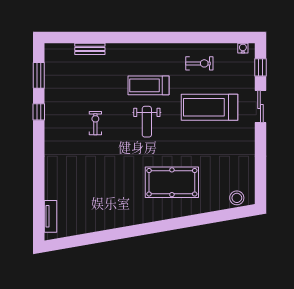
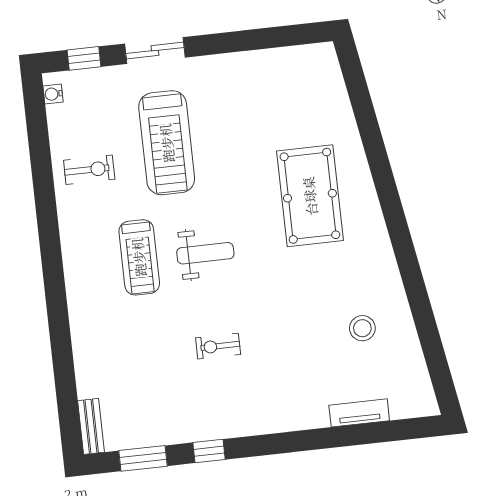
bench: (90, 49) -> (91, 426), moved
exercise bike: (199, 63) -> (89, 170), turned 90
stool: (237, 198) -> (362, 328), moved
tv unit: (50, 216) -> (359, 413), moved

